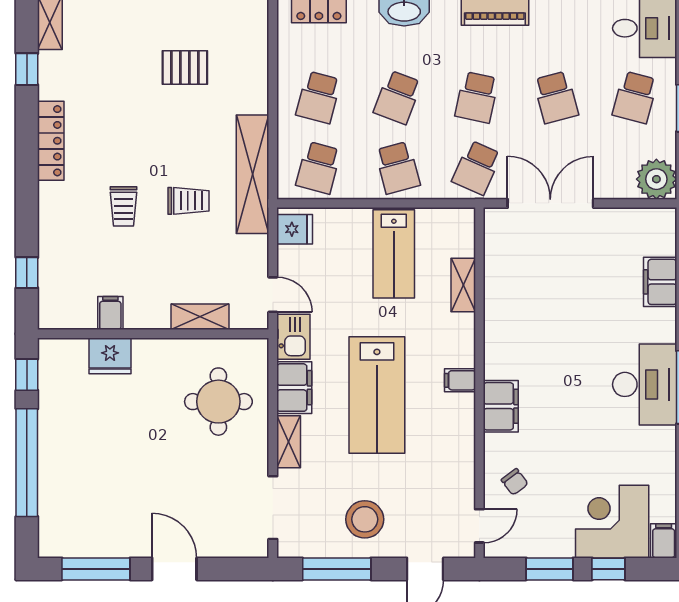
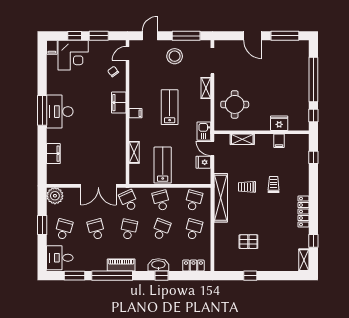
school desk: (477, 168) -> (129, 200), turned -48
fridge: (295, 229) -> (203, 162), moved
filing cabinet: (294, 388) -> (204, 110), removed
lab bench: (377, 395) -> (170, 107), width x0.73, depth x0.72

